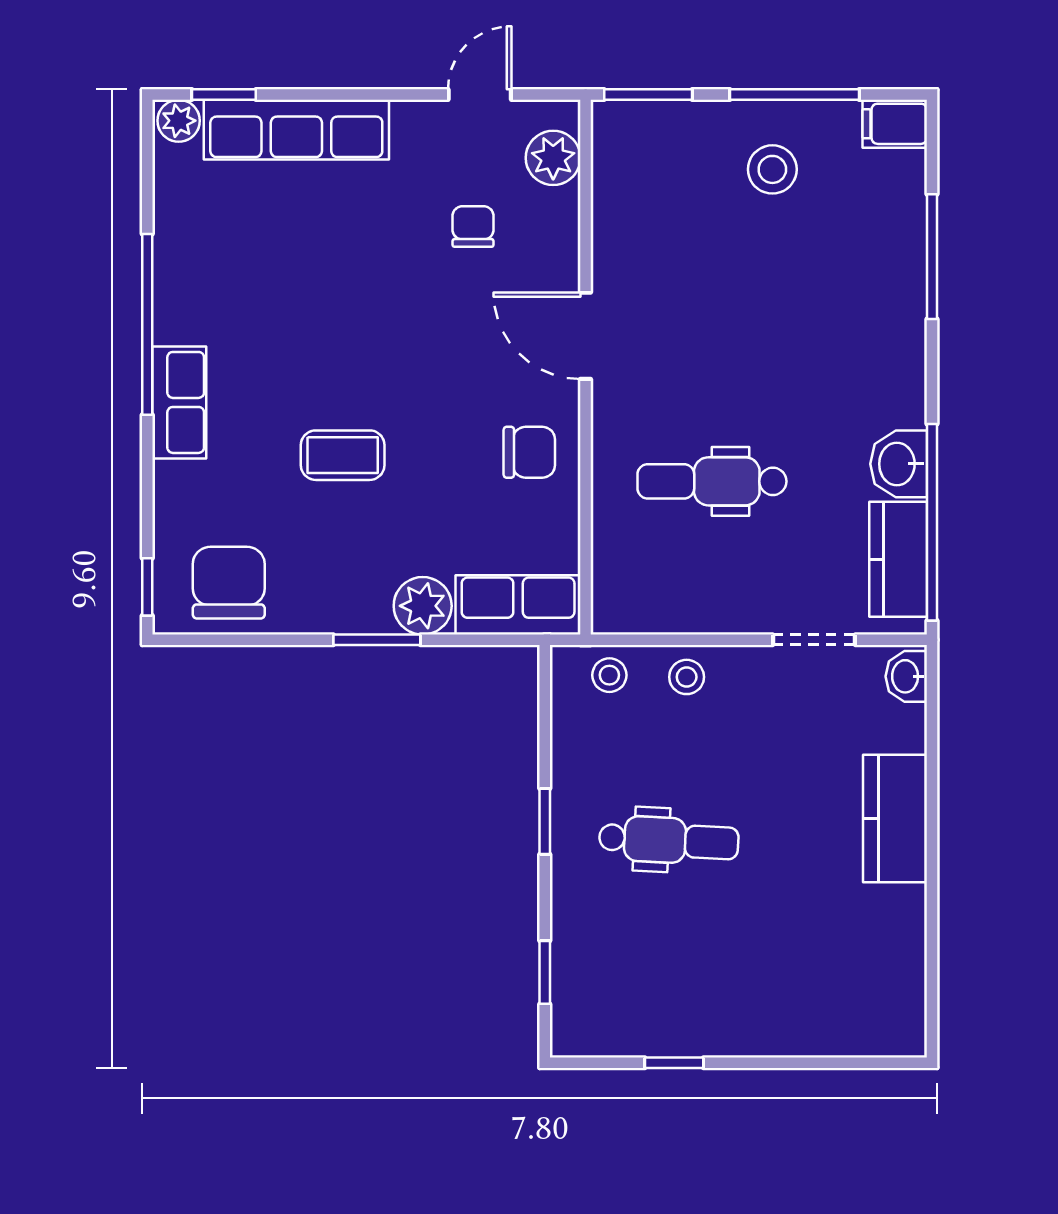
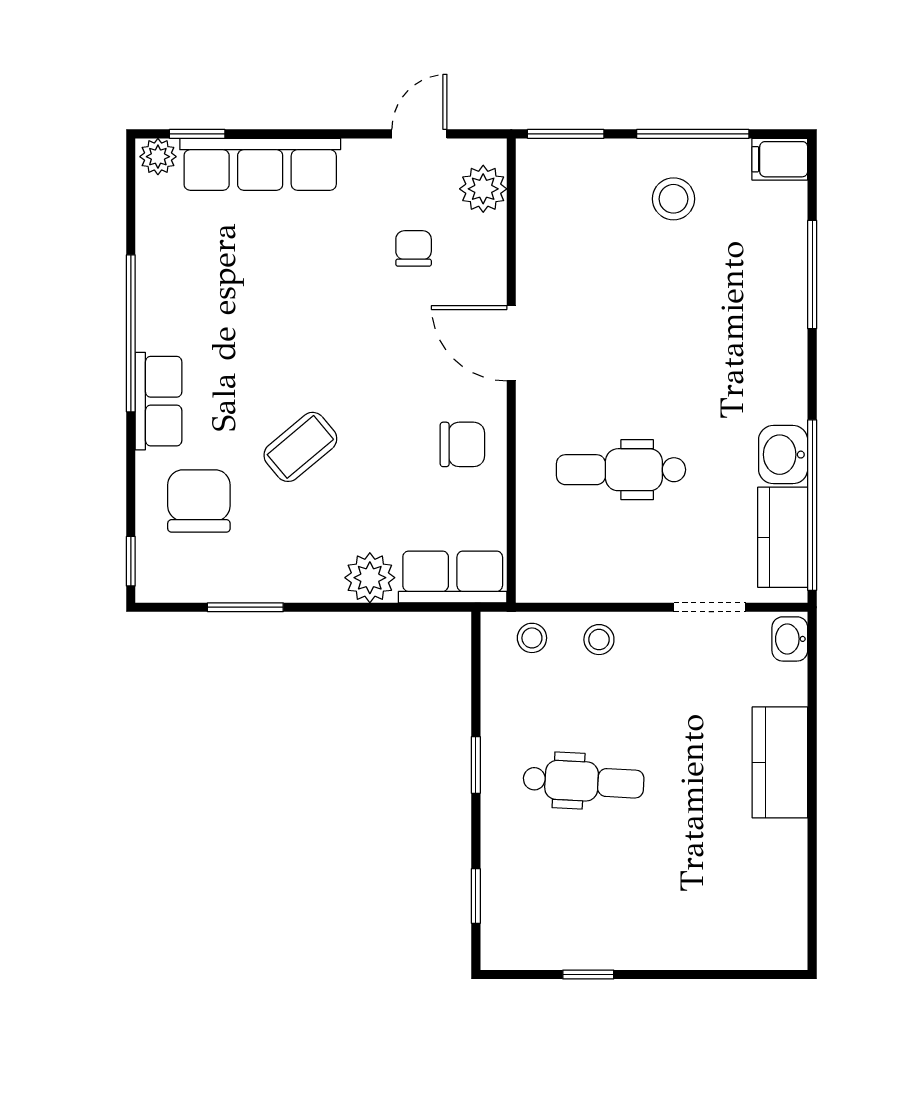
coffee table: (343, 455) -> (300, 447), turned -40
chair: (229, 583) -> (199, 501), moved
window: (377, 640) -> (245, 607), moved

